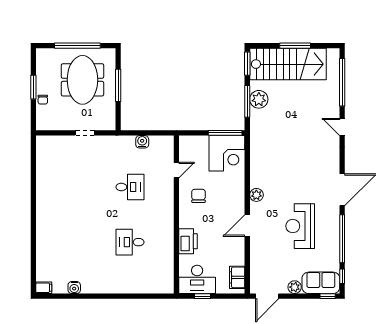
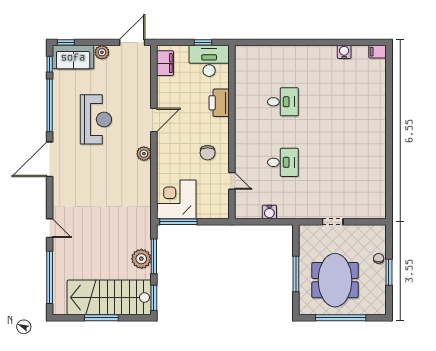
door: (176, 170) -> (232, 181), swing flipped
desk: (130, 187) -> (283, 162), turned 180

